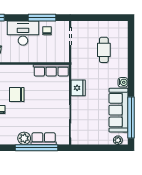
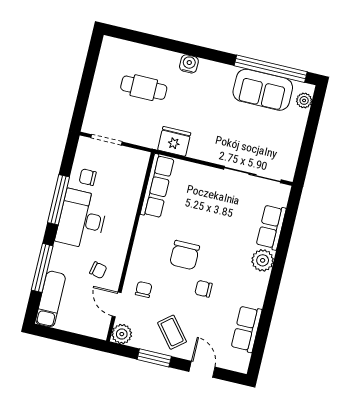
window: (42, 18) -> (58, 200), moved
water cooler: (123, 82) -> (189, 64), moved
fridge: (78, 88) -> (174, 141), moved
sofa: (118, 110) -> (263, 90), width x0.73
window: (37, 148) -> (284, 243), removed

